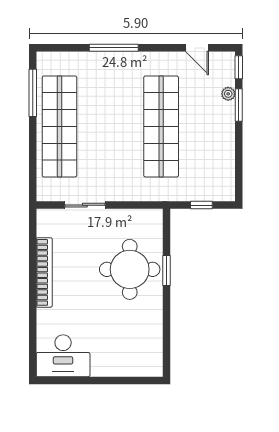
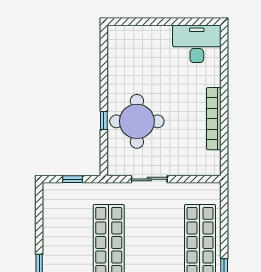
sliding door: (85, 205) -> (149, 179), moved
window: (166, 270) -> (104, 120), width x0.67

